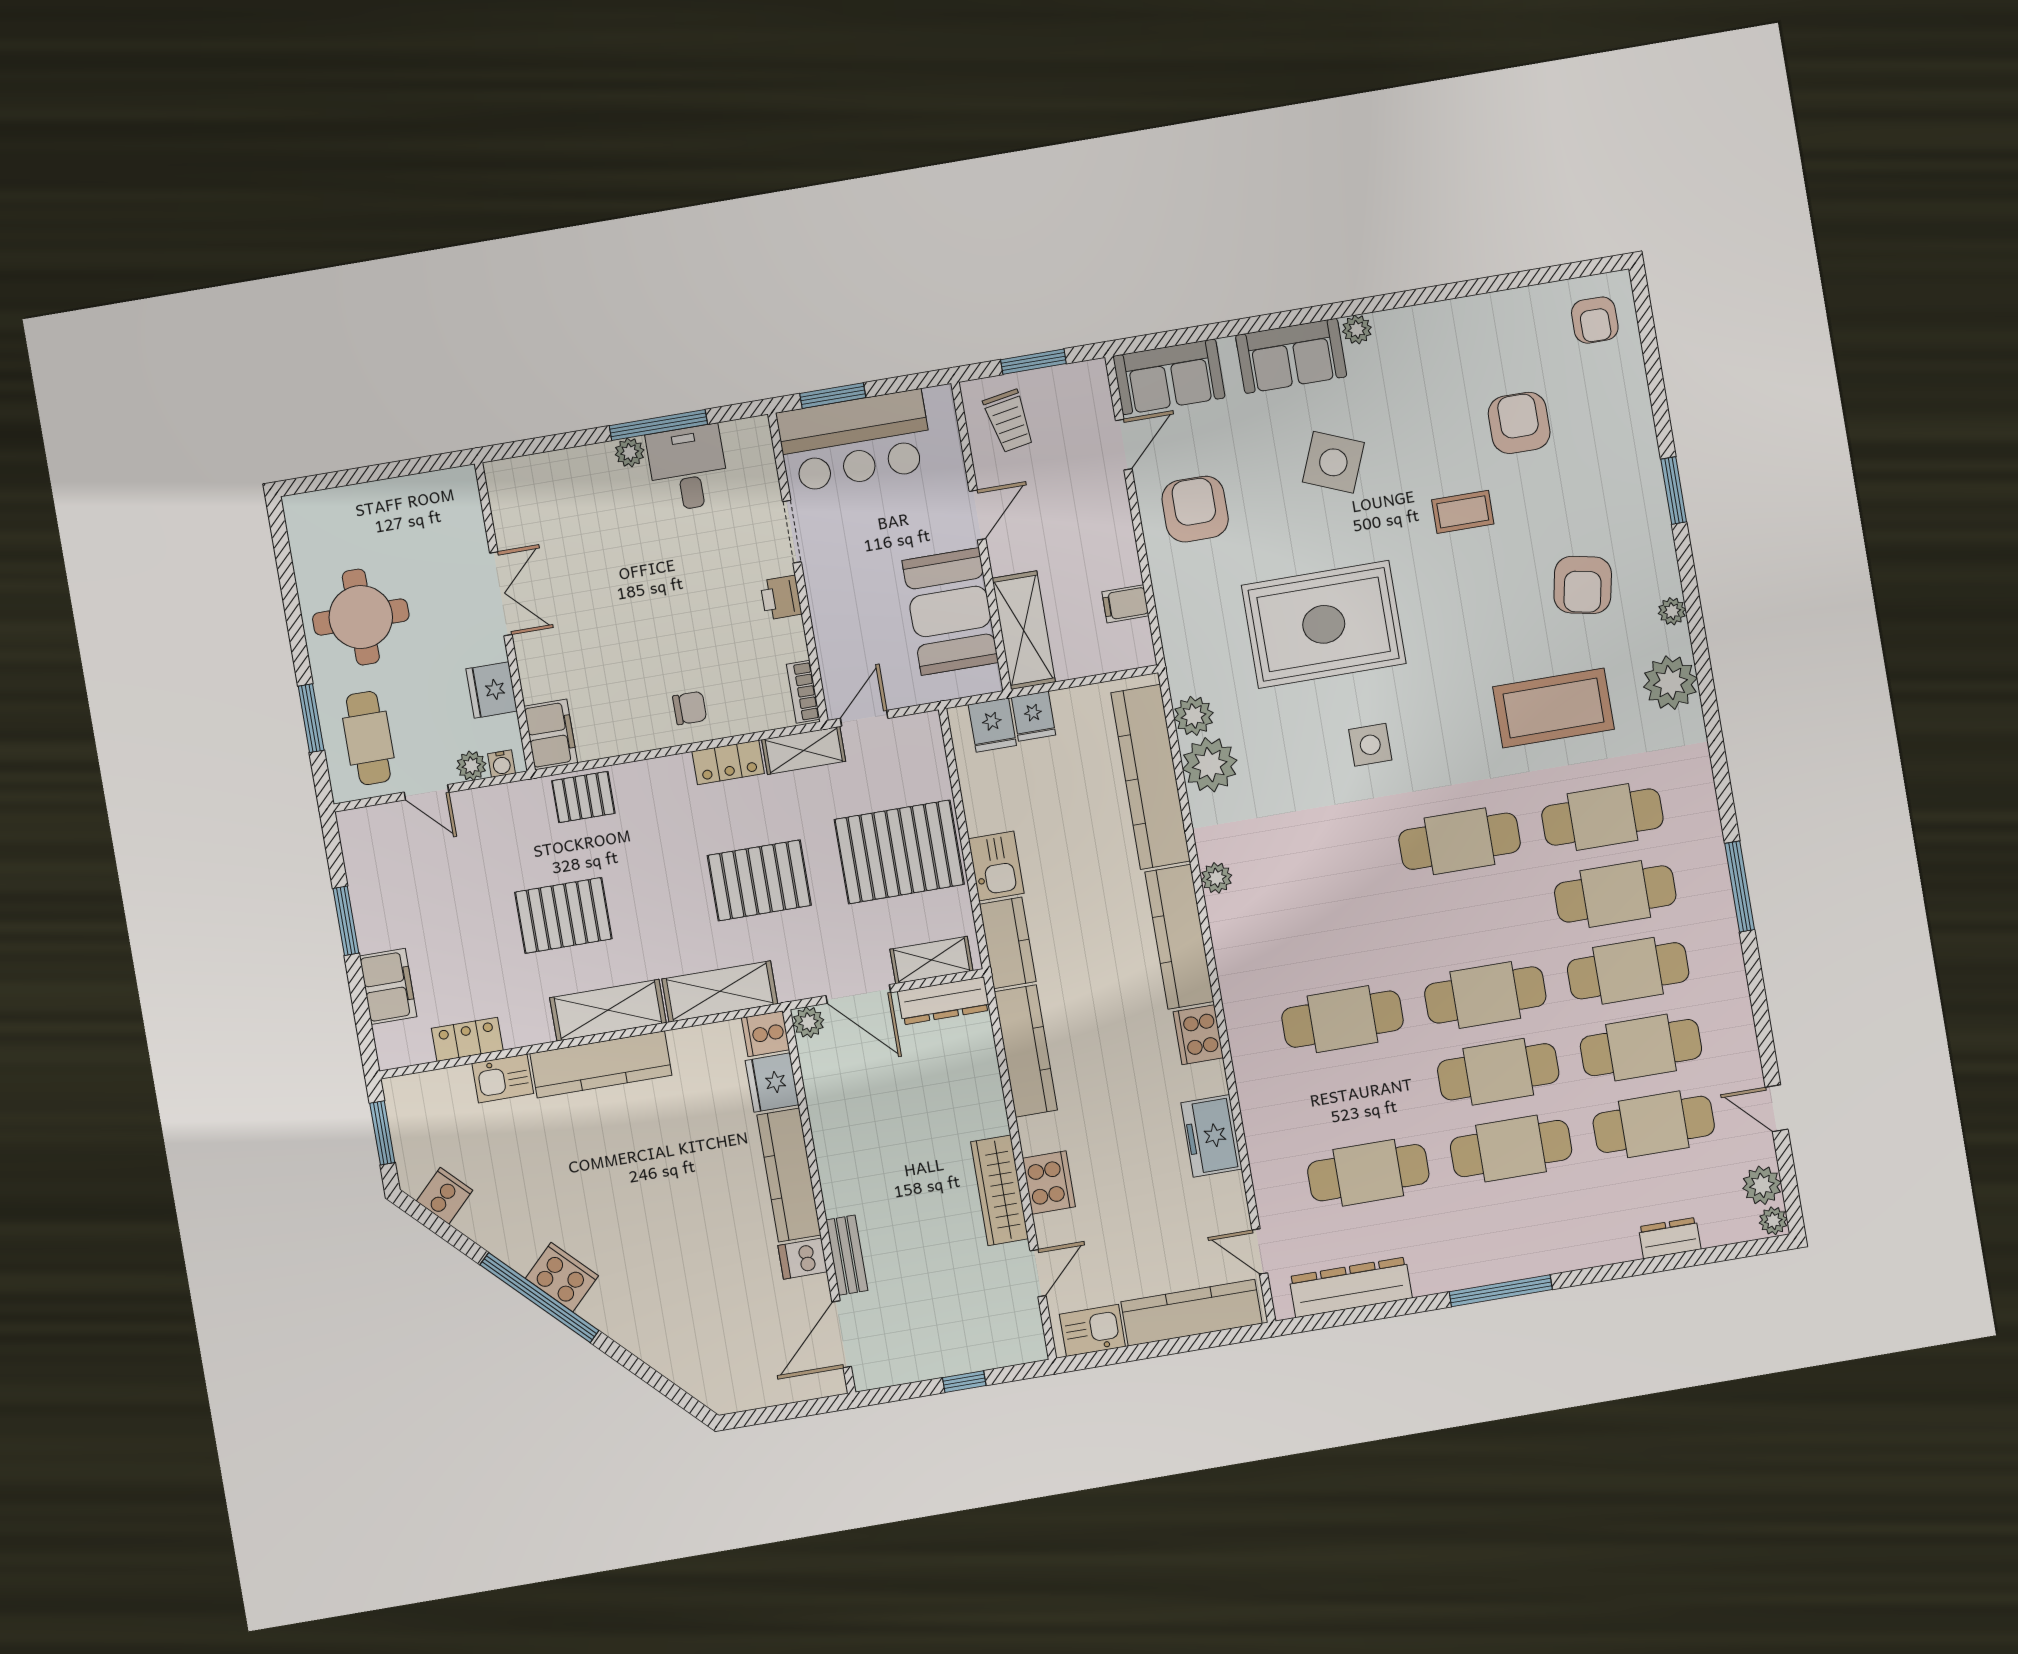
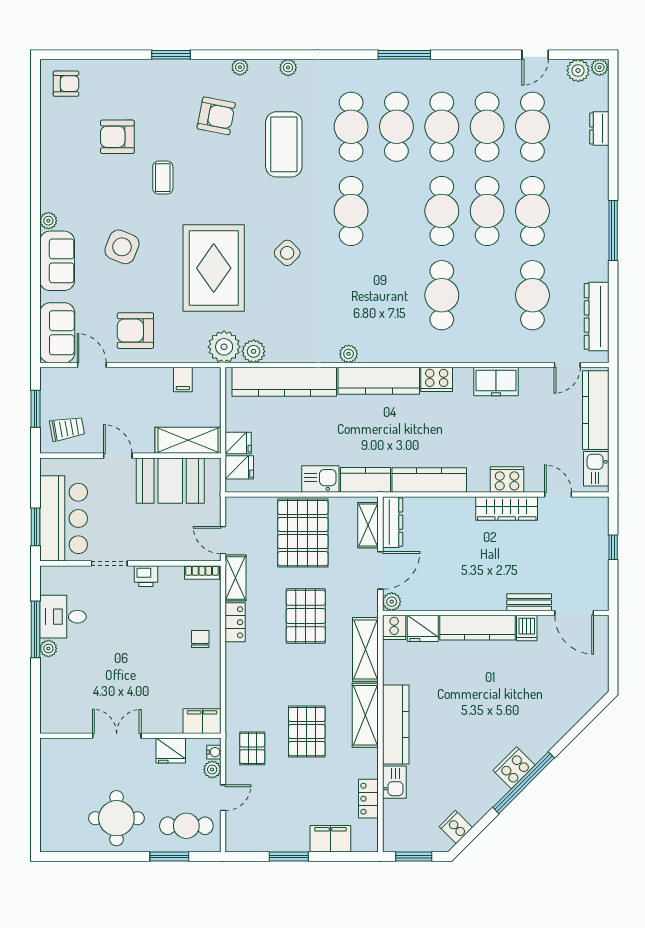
plant: (1670, 683) -> (288, 68), width x0.53, depth x0.53
side table: (1370, 745) -> (287, 253), turned 45
plant: (1210, 765) -> (224, 347), moved
pallet: (583, 797) -> (252, 748), moved

